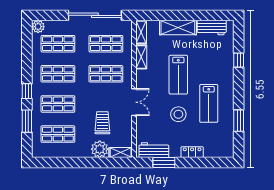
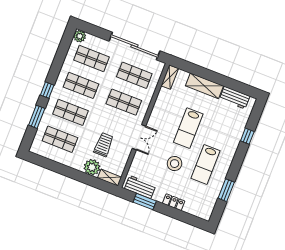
shelving: (141, 57) -> (161, 99), removed

